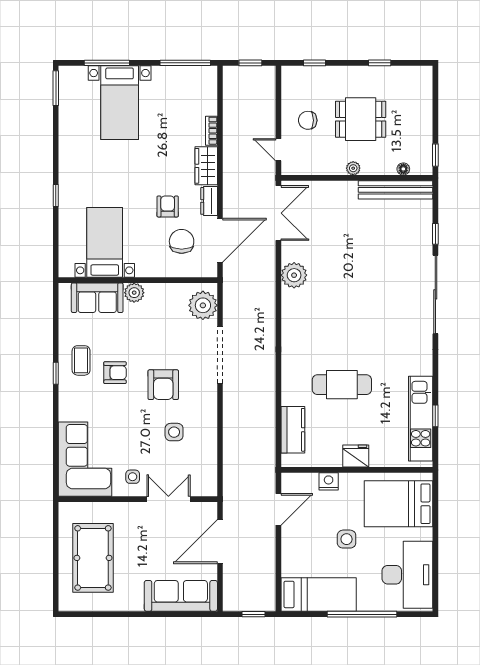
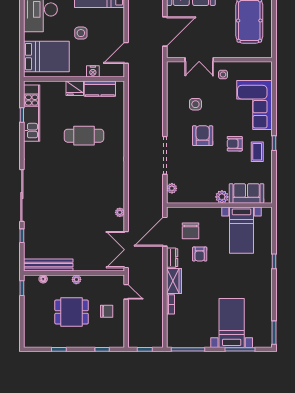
plant: (294, 275) -> (120, 212), width x0.53, depth x0.53
plant: (203, 305) -> (172, 188), width x0.53, depth x0.53
kitchen counter: (293, 430) -> (100, 89), moved, turned -90
corner sofa: (85, 459) -> (255, 105), moved

